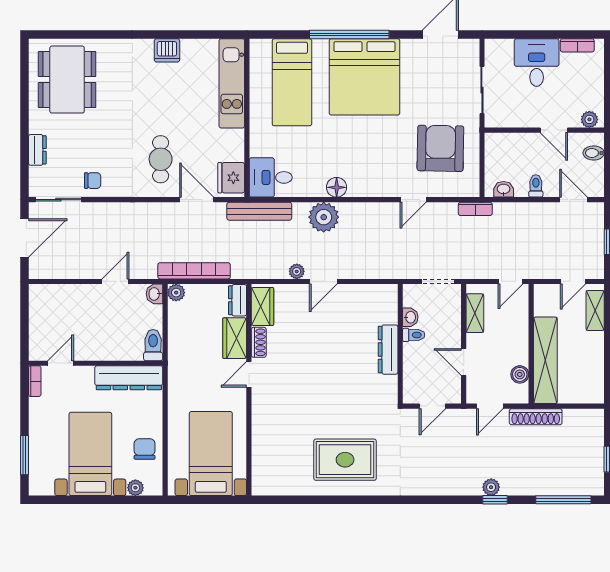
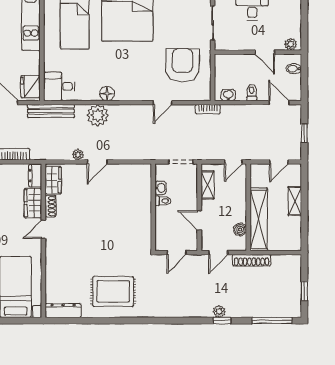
shelving: (595, 310) -> (295, 201), moved
dresser: (388, 350) -> (63, 311), moved, turned 90

